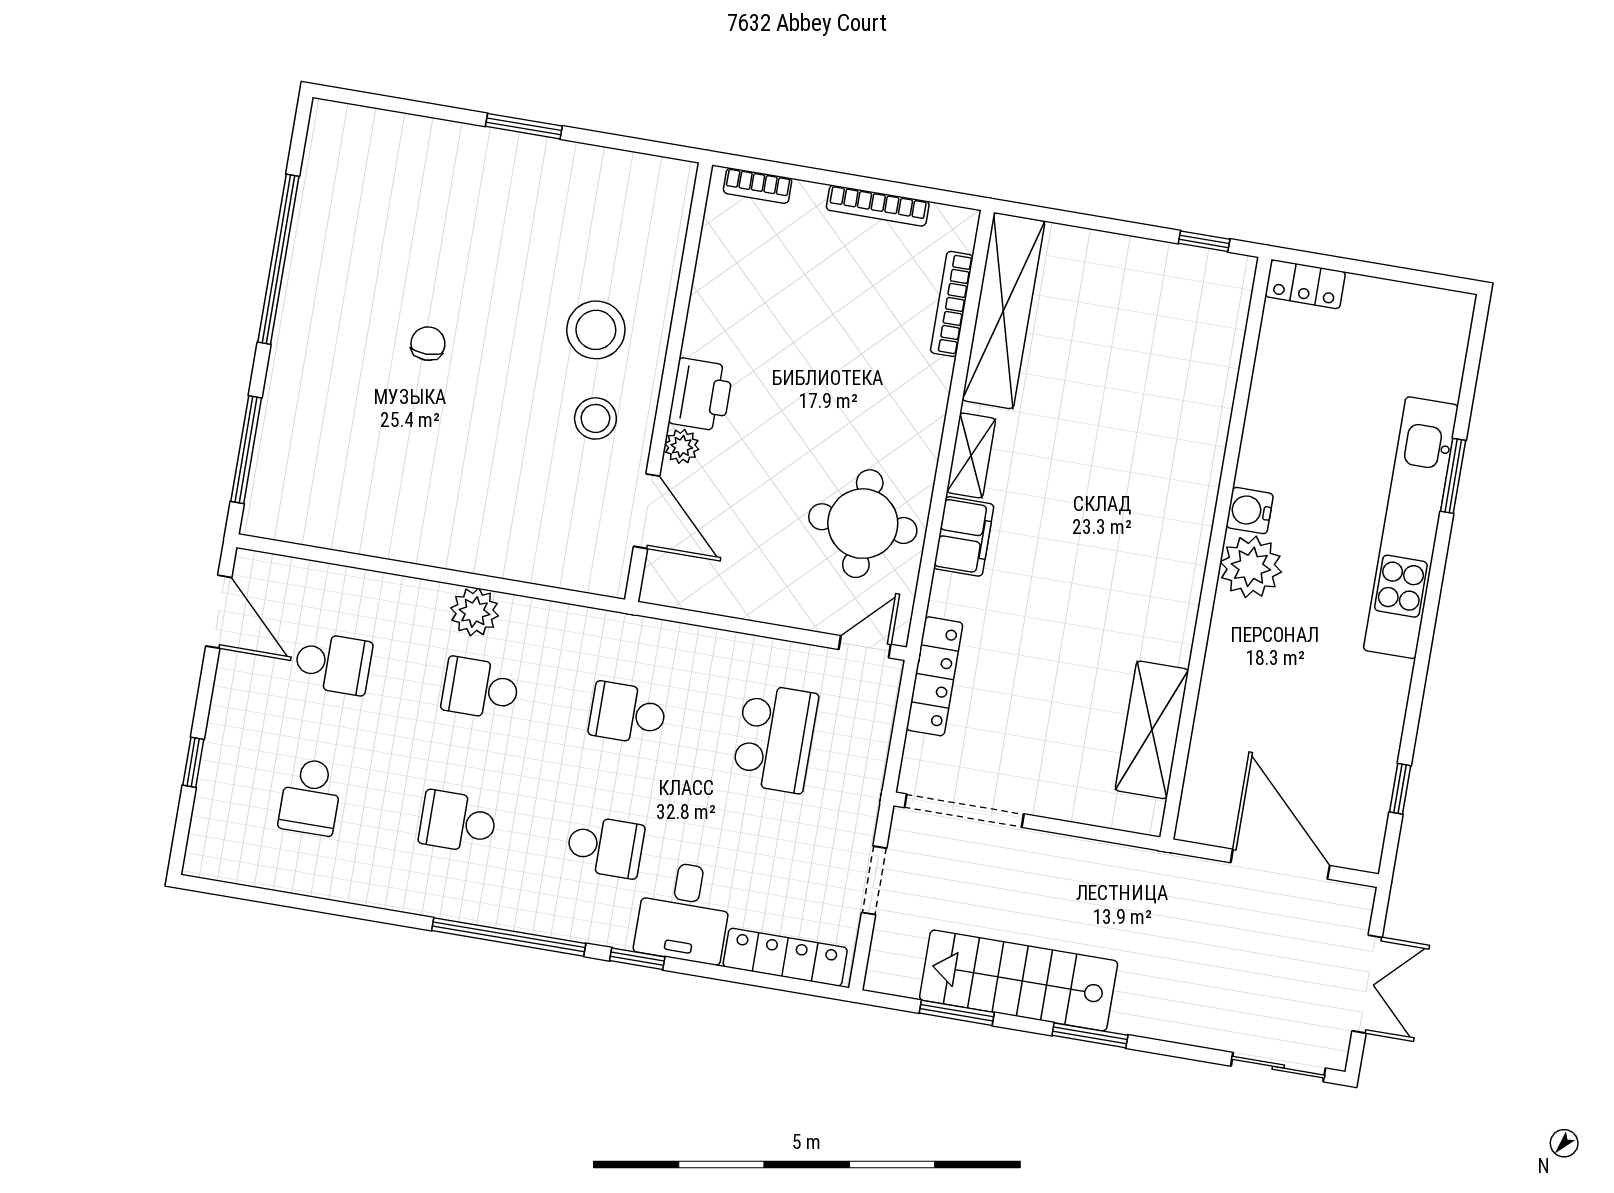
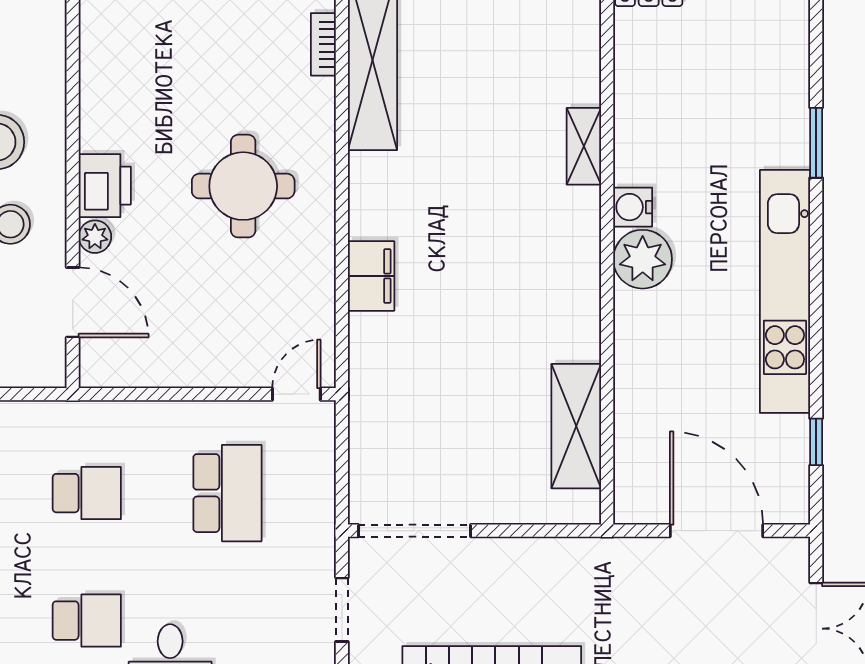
bookcase: (952, 304) -> (323, 44), width x0.64
shelving: (971, 455) -> (584, 146), moved
round table: (863, 524) -> (243, 186), moved
kitchen unit: (1411, 528) -> (785, 291), moved
locker: (935, 676) -> (366, 411), removed
school desk: (628, 713) -> (87, 493), turned 180

